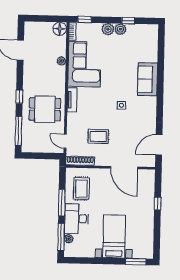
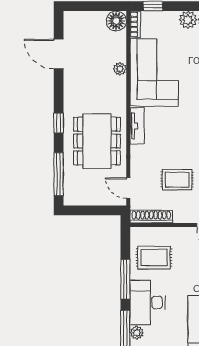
dining table: (45, 109) -> (97, 141), width x1.38
rug: (81, 189) -> (154, 258), turned 90

